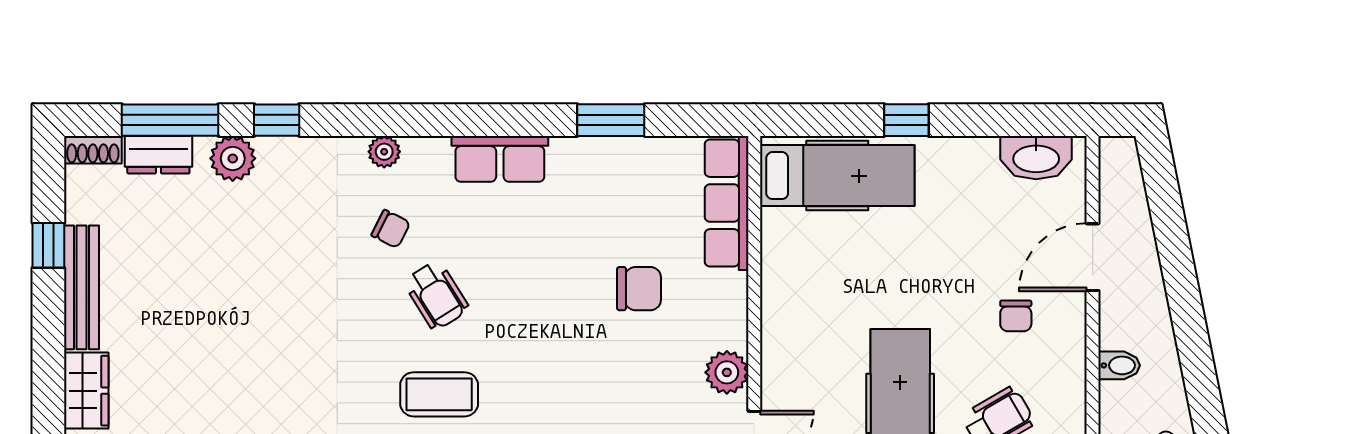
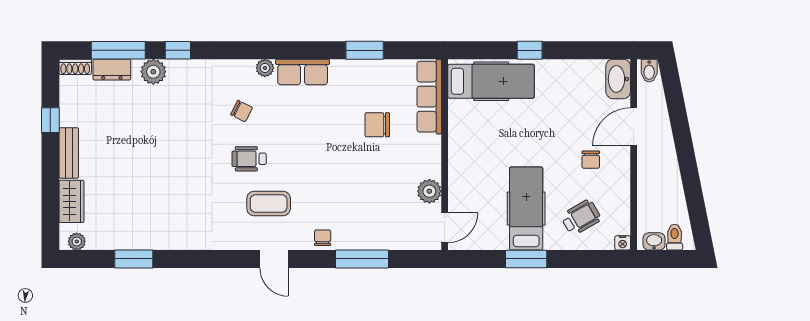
plant: (384, 152) -> (265, 68), moved
washbasin: (1036, 158) -> (618, 79), moved, turned 90
bench: (81, 287) -> (69, 153), width x0.73
chair: (639, 289) -> (377, 125), moved, turned 180
wheelchair: (436, 295) -> (249, 159), moved, turned 122
bidet: (1119, 365) -> (649, 71), moved, turned 90

